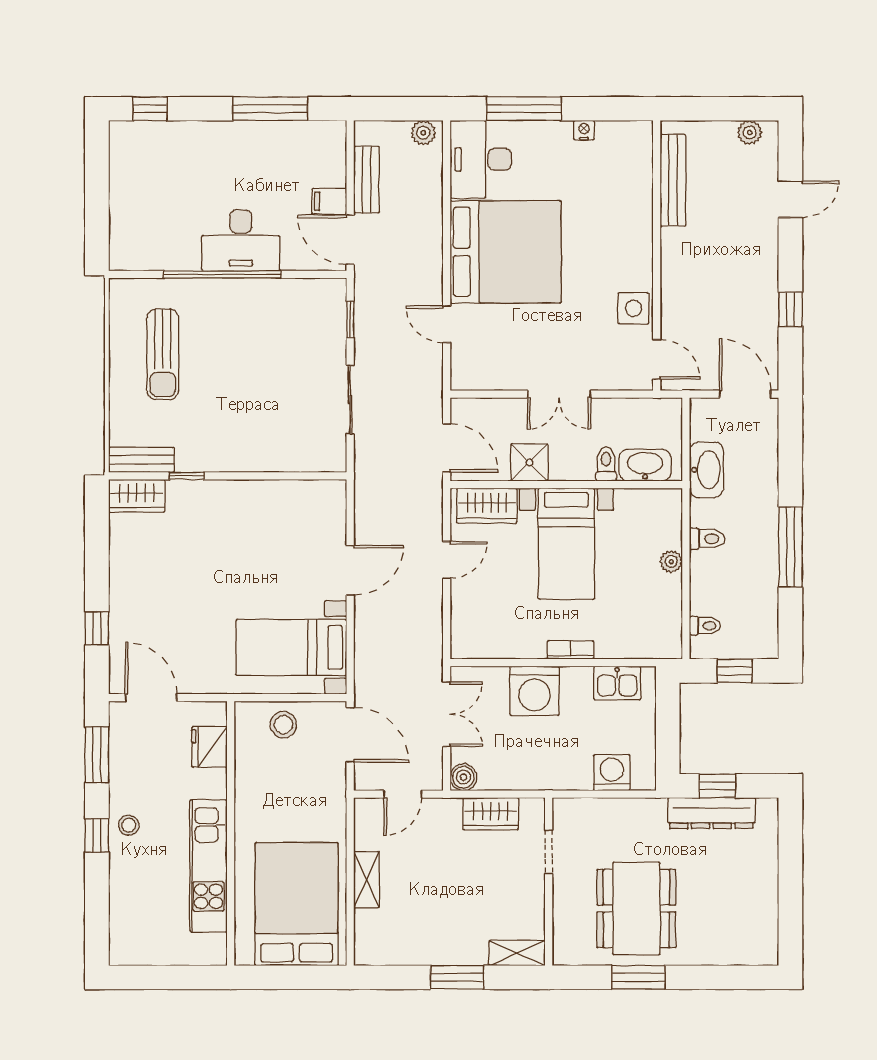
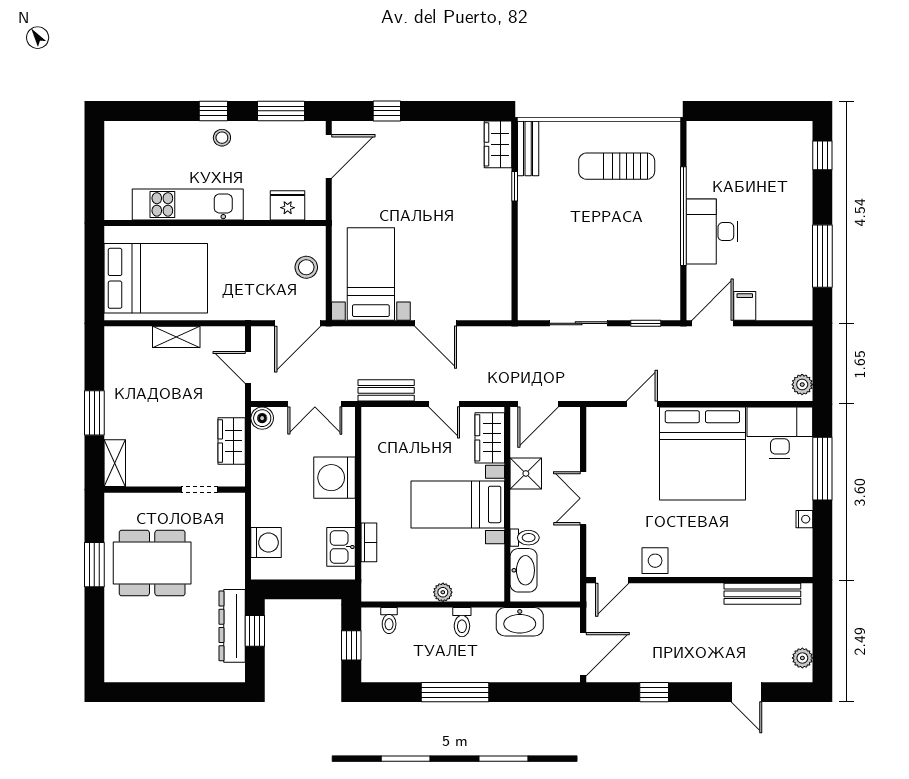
bench: (366, 180) -> (386, 390), moved
bookcase: (571, 650) -> (369, 542), moved

